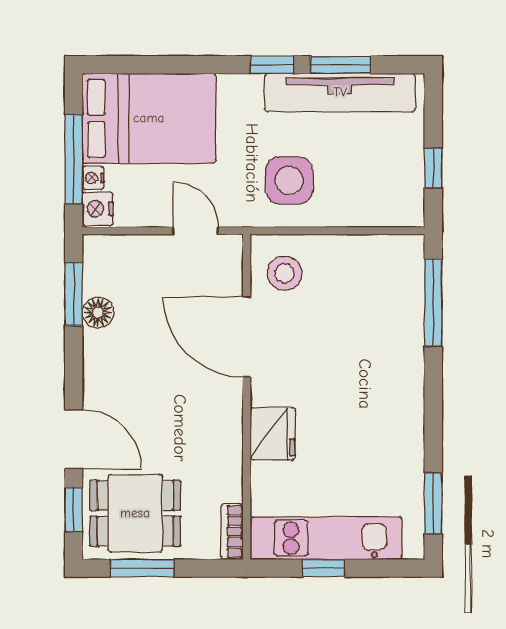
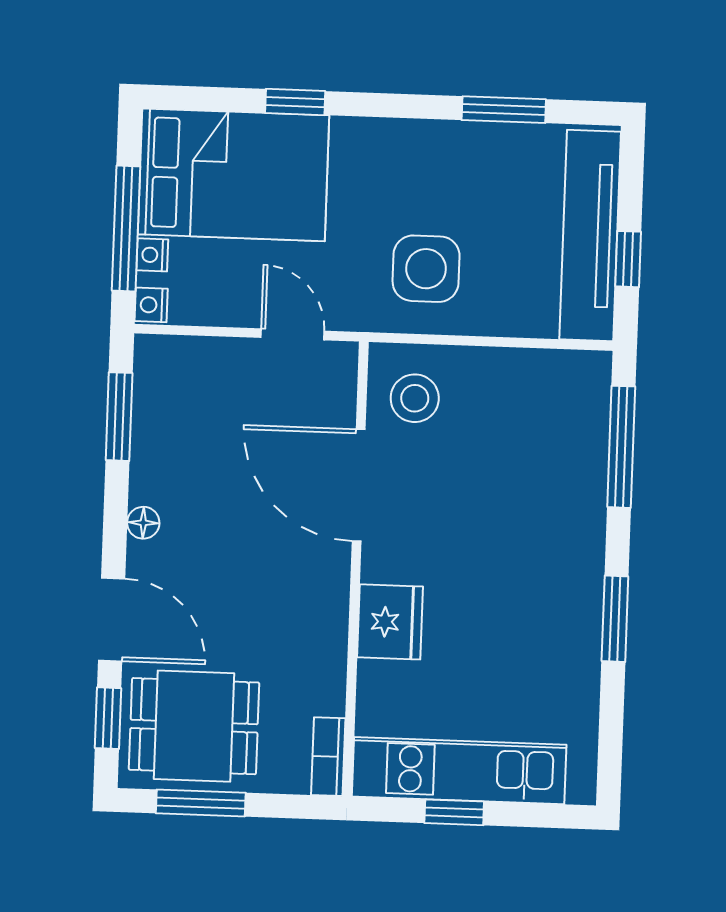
window: (272, 65) -> (295, 102), moved
tv unit: (340, 92) -> (590, 236), moved, turned 90
nightstand: (98, 209) -> (151, 305), width x0.72, depth x0.74
floor lamp: (98, 312) -> (143, 523), moved, width x0.73, depth x0.73
window: (433, 503) -> (615, 619), moved

